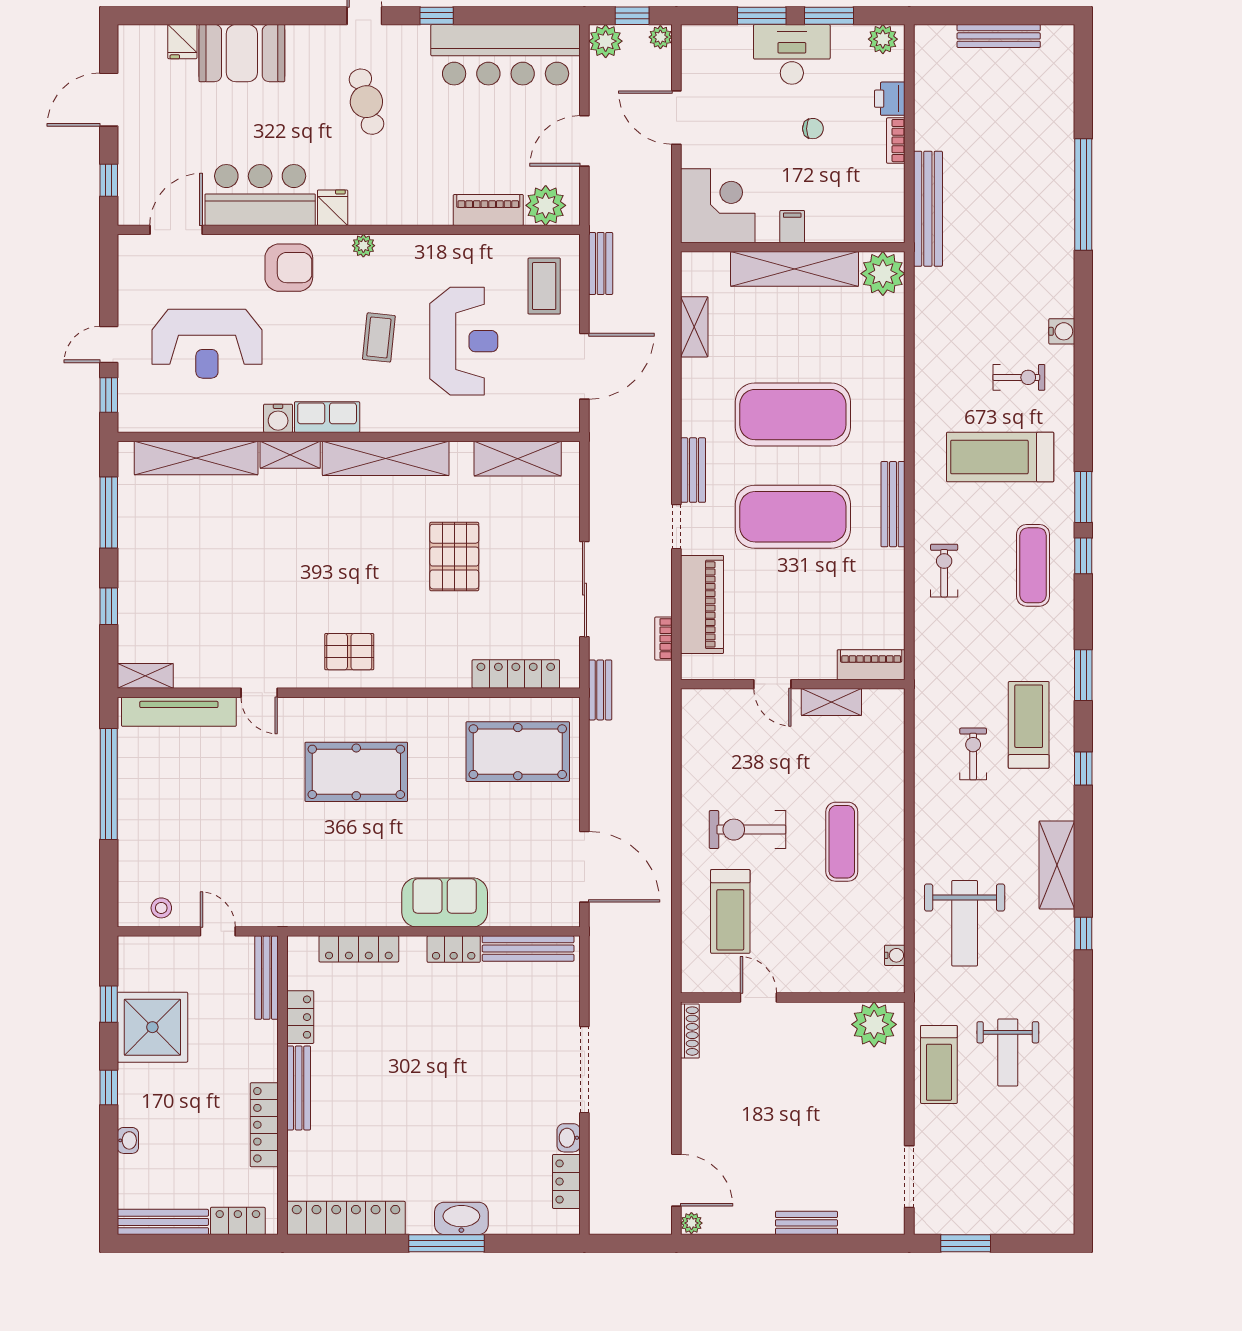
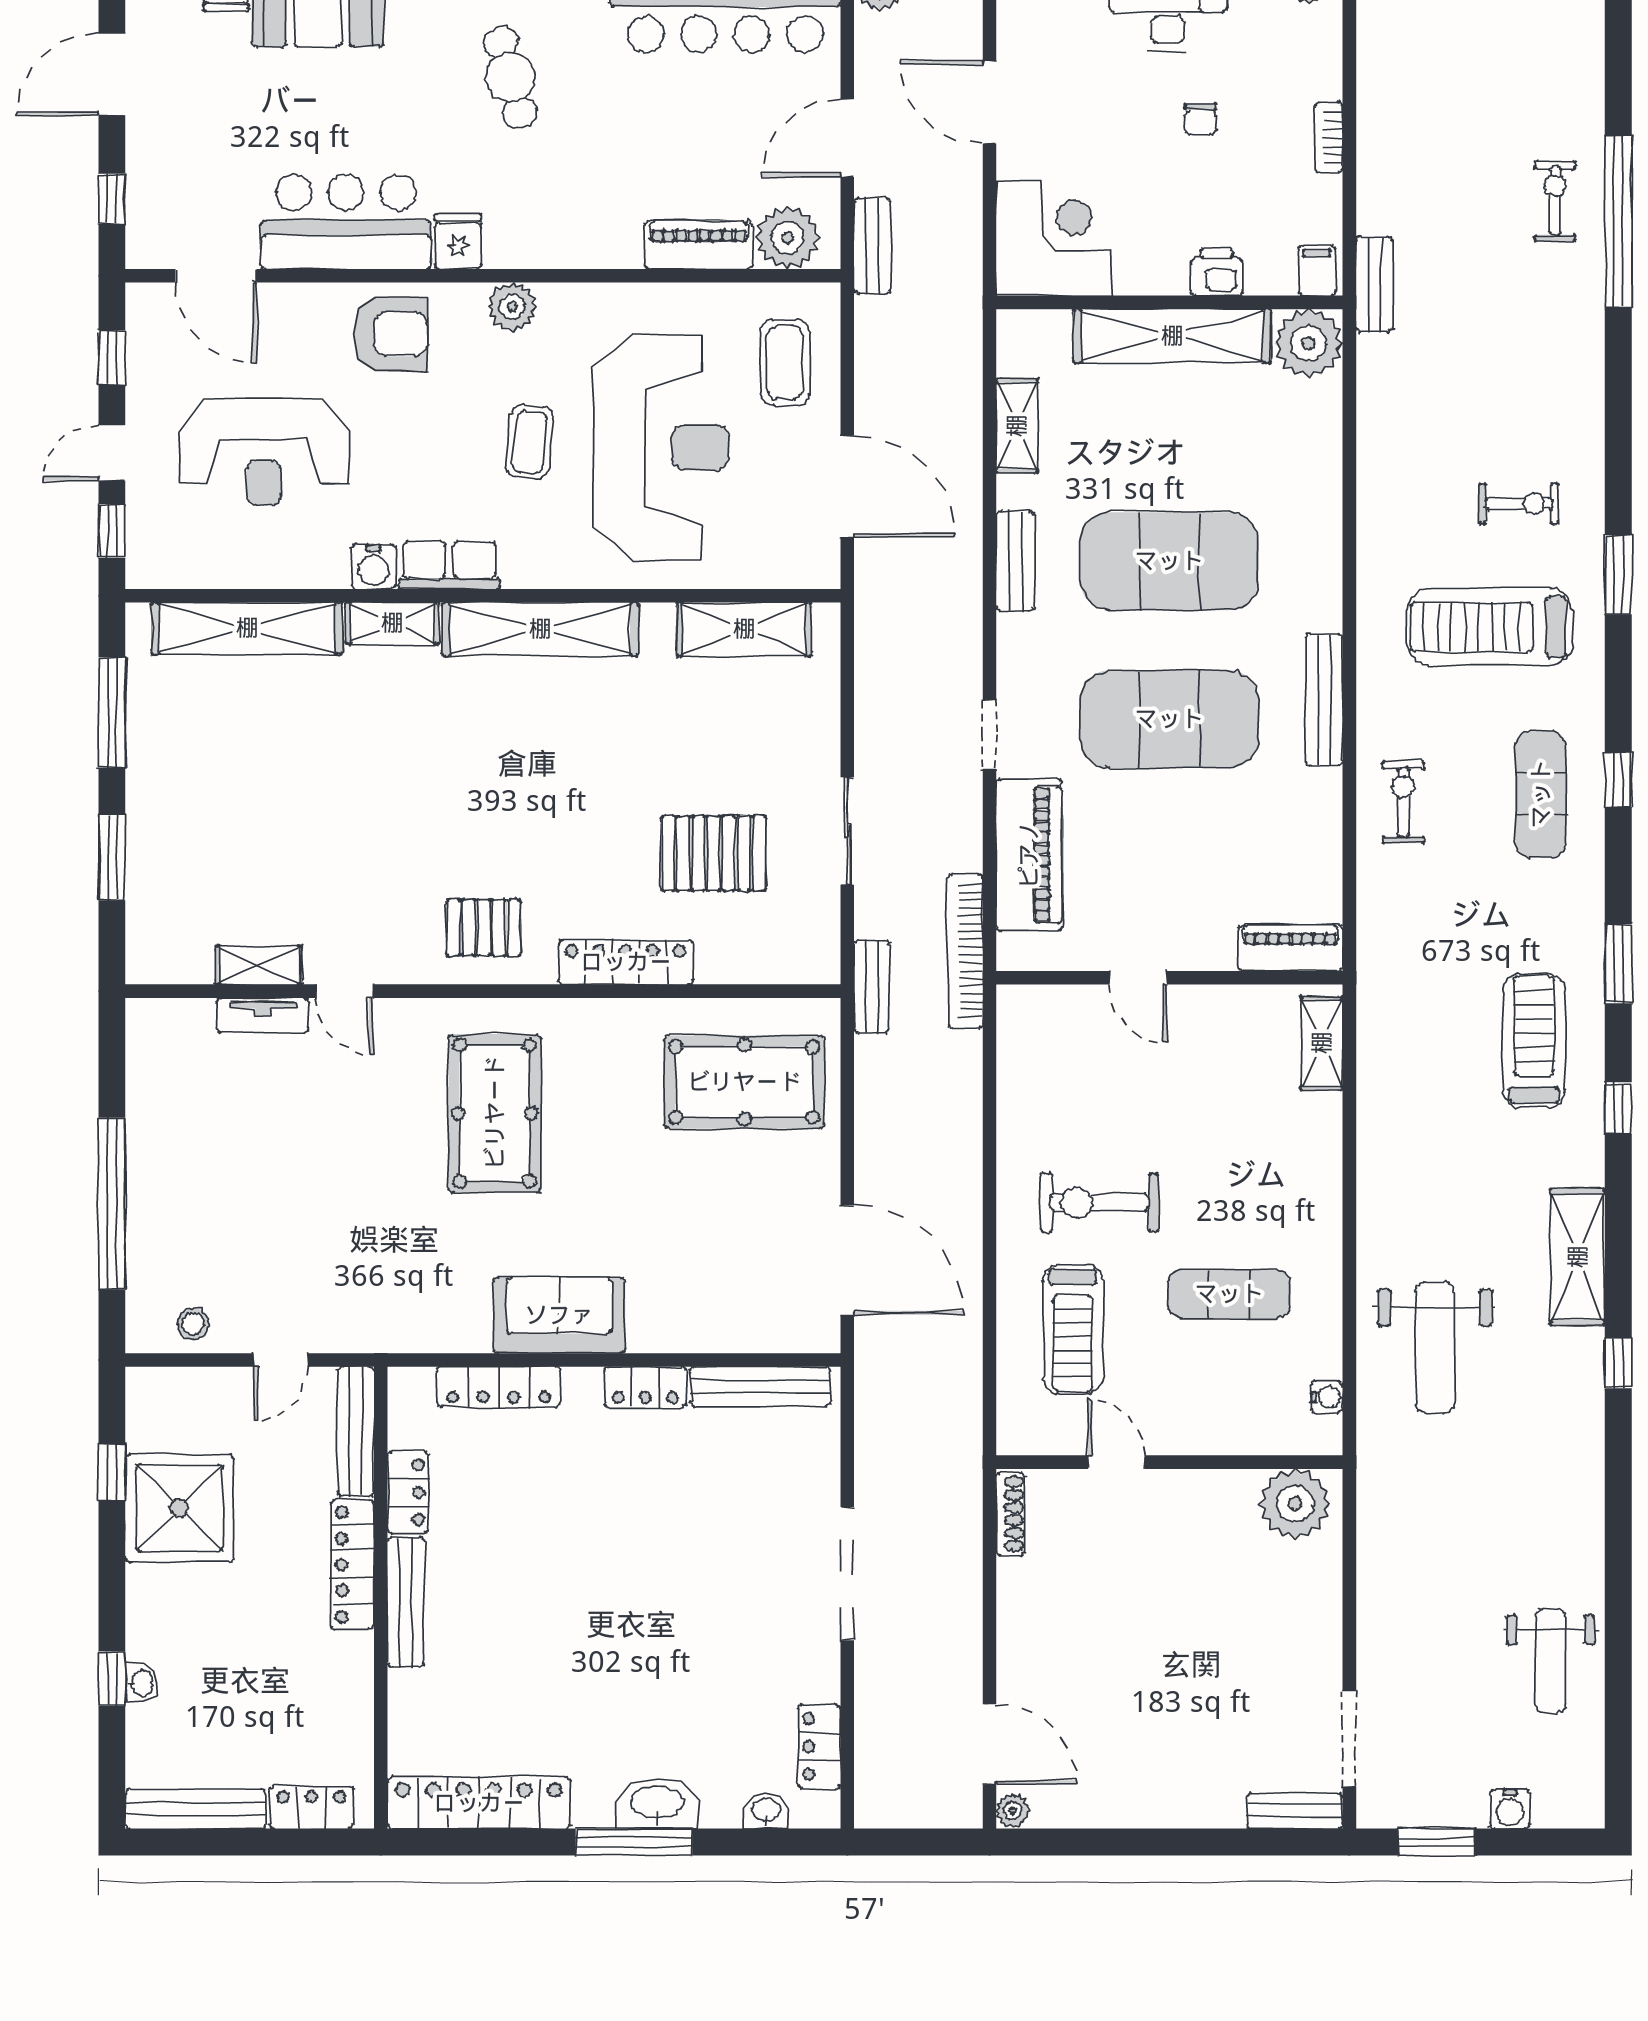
printer: (890, 99) -> (1217, 272), moved, turned 90
chair: (813, 129) -> (1200, 119), turned 90
bench: (928, 209) -> (1374, 284), width x0.54, depth x0.82
filing cabinet: (792, 227) -> (1317, 271), moved
door: (176, 230) -> (216, 276), swing flipped
plant: (363, 246) -> (512, 307), width x1.38, depth x1.38
bench: (601, 263) -> (872, 246), moved
window: (109, 283) -> (112, 358), added
water cooler: (1062, 331) -> (1510, 1809), moved, turned 90
reception desk: (464, 341) -> (661, 448), width x1.36, depth x1.30
door: (584, 366) -> (847, 486), hinge flipped
bench: (693, 470) -> (1015, 561), moved
window: (1083, 497) -> (1618, 575), moved
pallet: (454, 557) -> (714, 853), moved, turned 90
sliding door: (584, 589) -> (847, 831), width x0.73
window: (109, 606) -> (112, 858), width x1.50
bookcase: (663, 639) -> (965, 951), width x2.31, depth x1.31
locker: (516, 674) -> (626, 962), moved
shelving: (145, 676) -> (259, 965), moved
shelving: (831, 702) -> (1322, 1043), moved, turned 90
tv unit: (179, 712) -> (263, 1015), width x0.52, depth x0.78
exercise bike: (973, 754) -> (1555, 201), moved
pool table: (356, 772) -> (495, 1113), turned 90
window: (109, 784) -> (112, 1204), moved
exercise mat: (842, 842) -> (1229, 1294), moved, turned 90
sofa: (445, 902) -> (559, 1315), moved
door: (218, 931) -> (281, 1360), swing flipped
weight bench: (1008, 1053) -> (1551, 1661), moved
treadmill: (939, 1064) -> (1395, 1566), removed
window: (109, 1087) -> (112, 1679), moved
locker: (264, 1125) -> (352, 1565), moved
washbasin: (569, 1138) -> (766, 1811), moved, turned 90
bench: (806, 1223) -> (1295, 1811), moved

